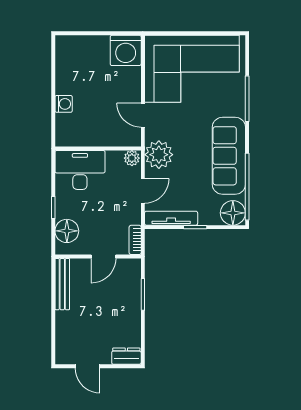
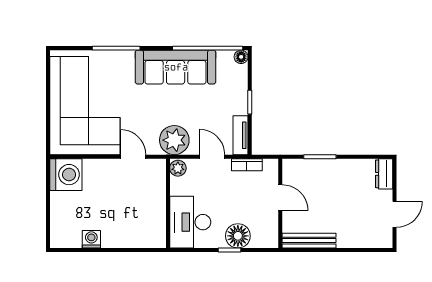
washing machine: (64, 104) -> (91, 239), moved
door: (143, 115) -> (133, 157), swing flipped
floor lamp: (233, 213) -> (241, 57), width x0.53, depth x0.53
tv unit: (171, 218) -> (240, 135), width x0.71
floor lamp: (67, 231) -> (238, 236), moved
bookcase: (135, 240) -> (247, 165), moved

